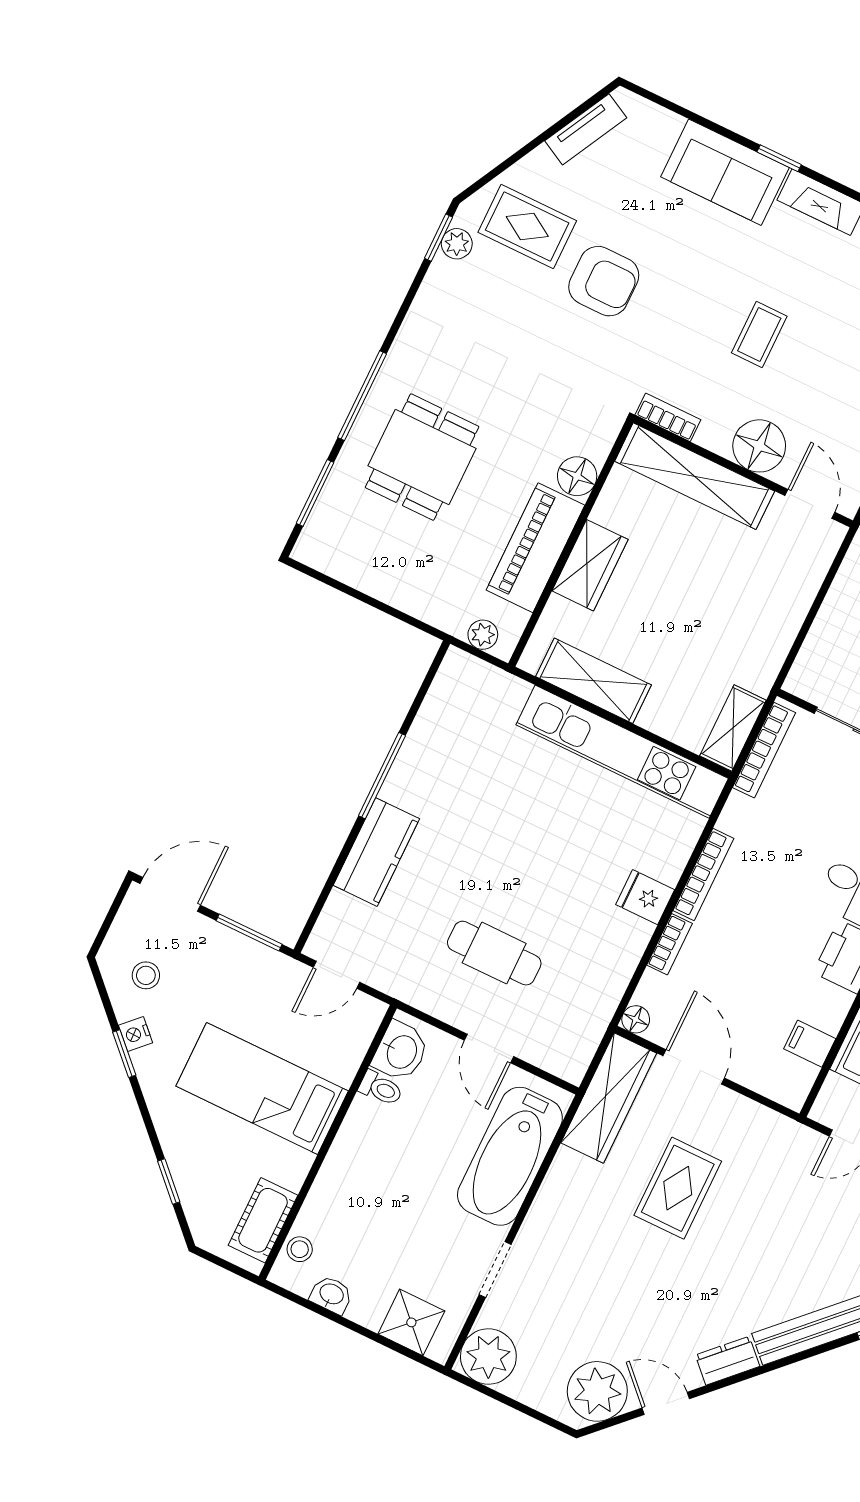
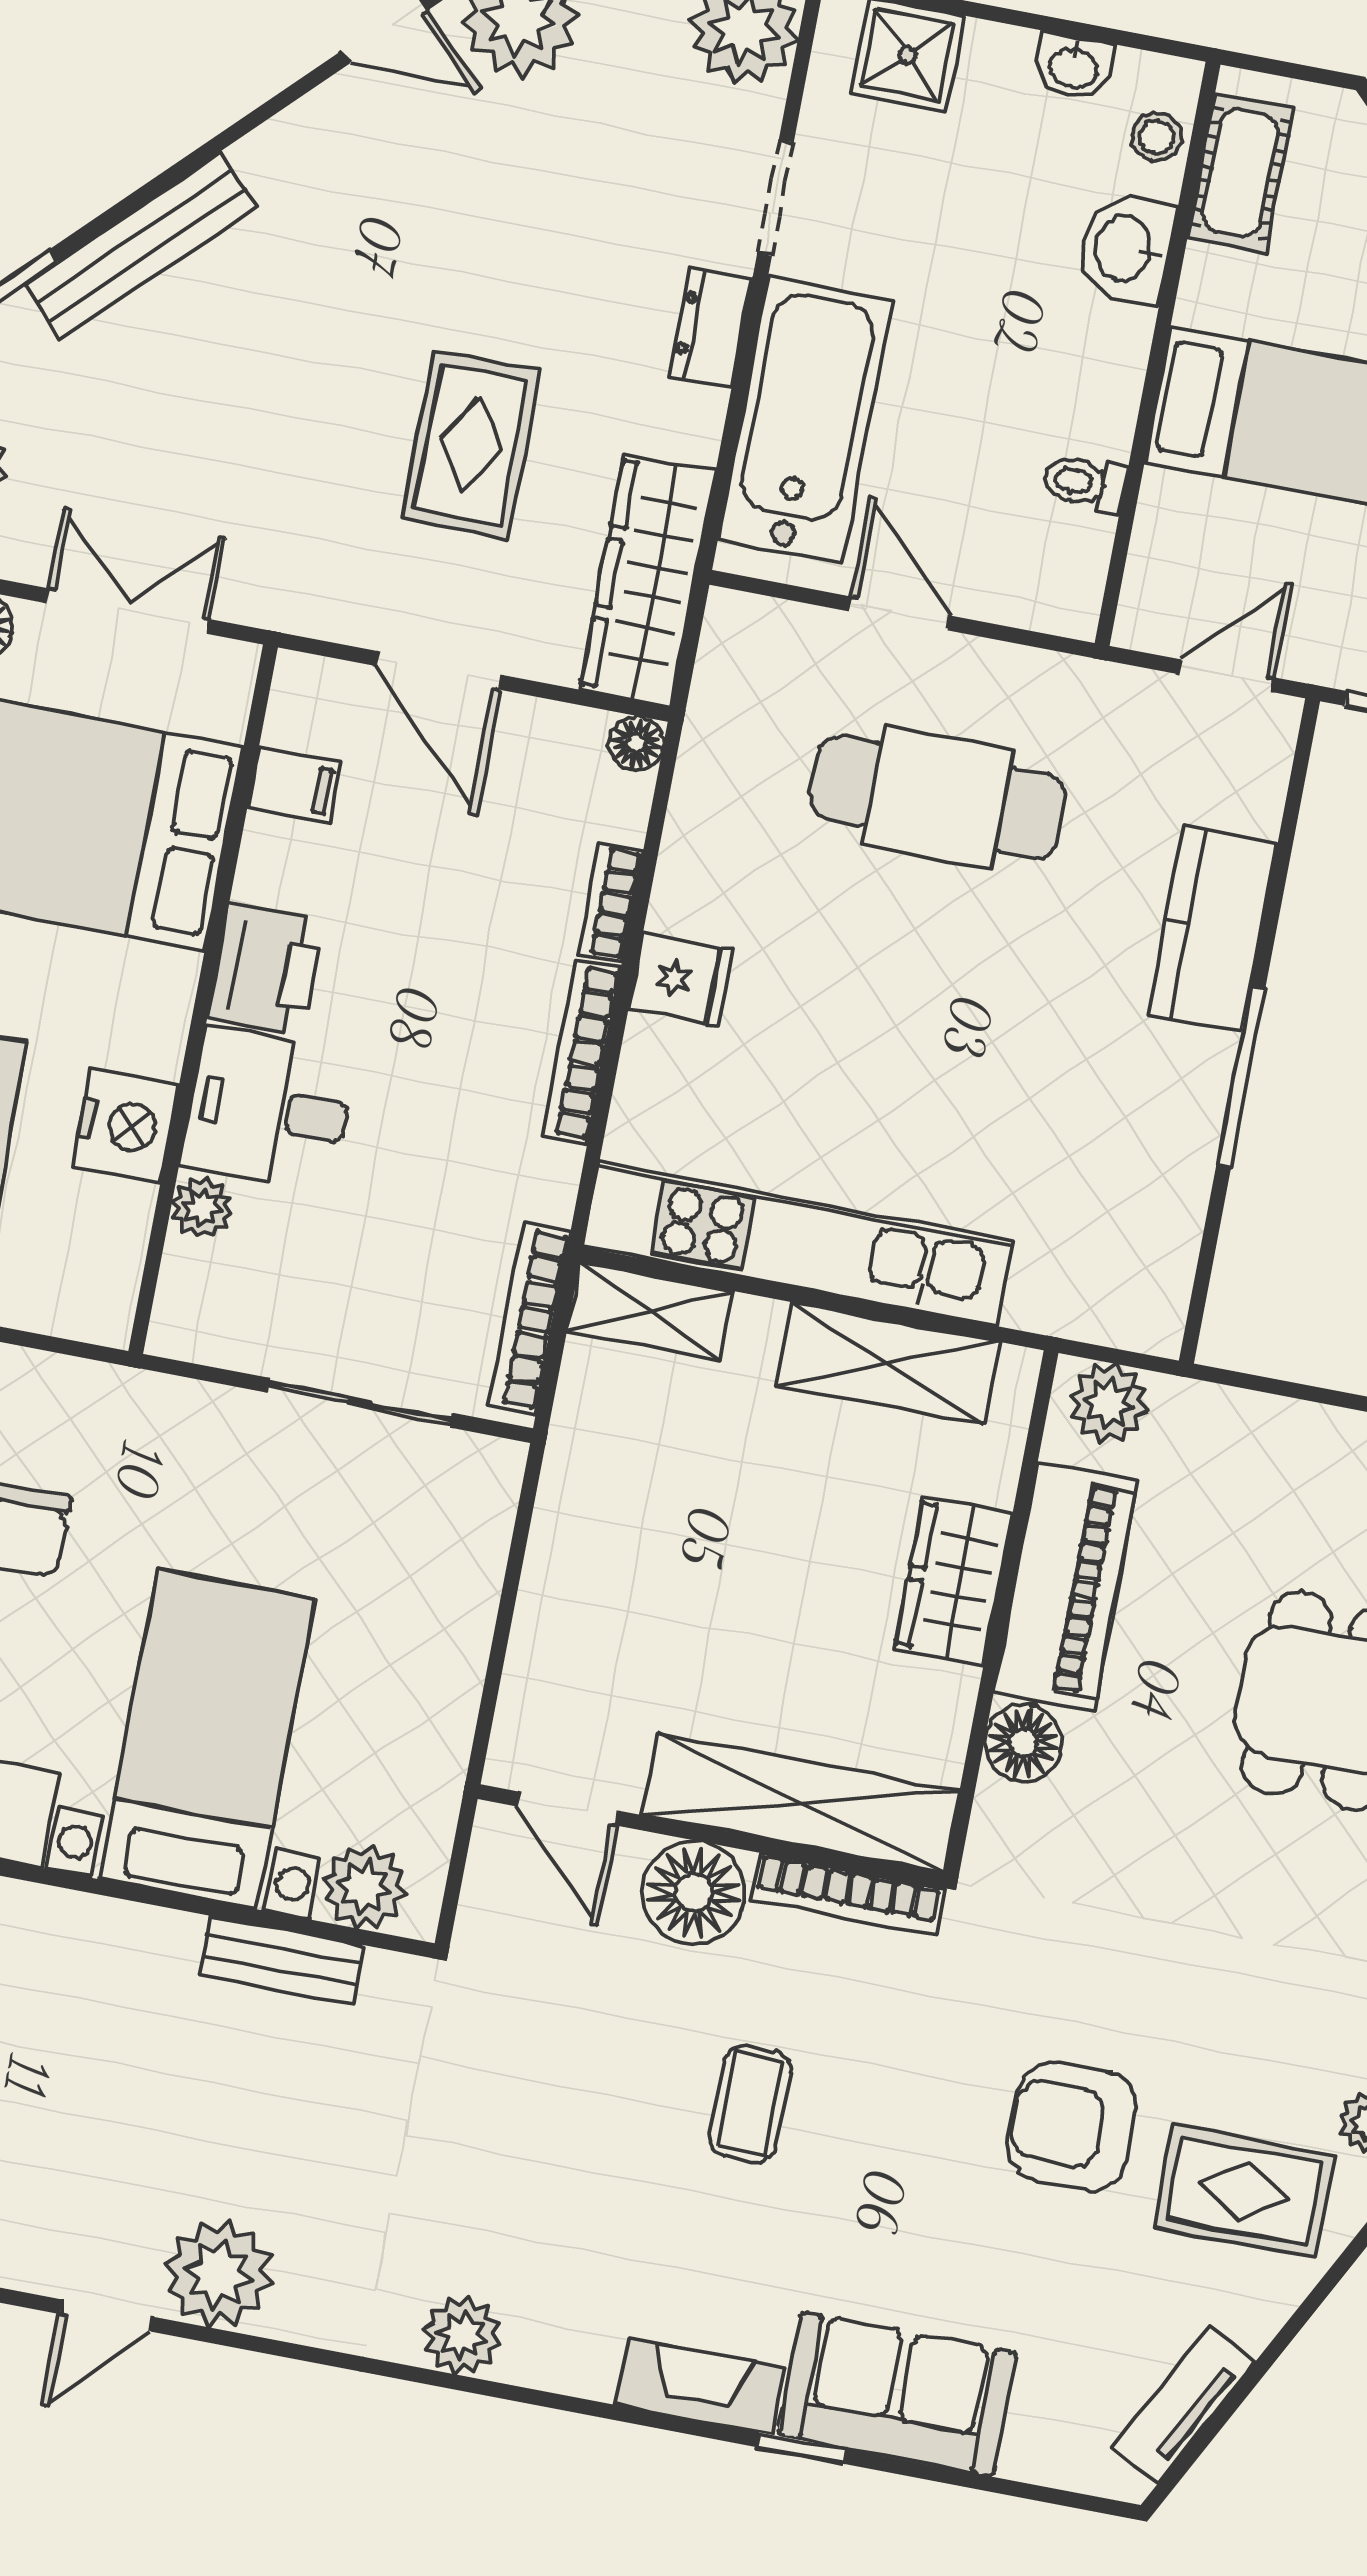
bookcase: (668, 417) -> (848, 1894), width x1.56
plant: (483, 635) -> (1109, 1403), width x1.38, depth x1.38
shelving: (733, 728) -> (650, 1311), moved, turned 90
cafe table: (494, 953) -> (938, 797), width x1.37, depth x1.35
washbasin: (401, 1051) -> (1125, 249), moved
door: (694, 1067) -> (439, 670), moved
dresser: (728, 1361) -> (711, 327), moved, turned 135

